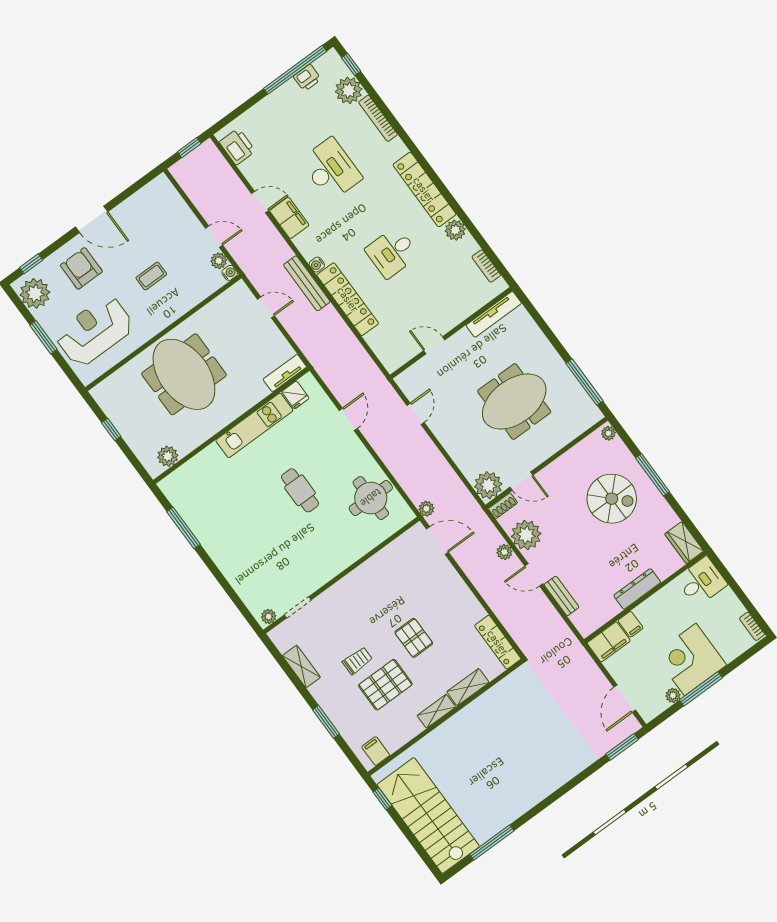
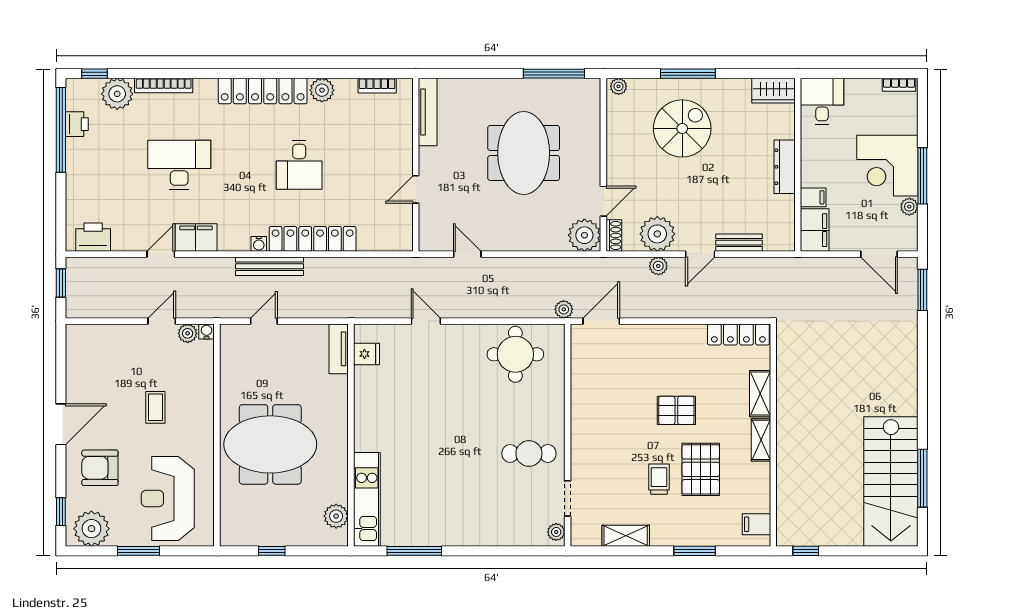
kitchen unit: (254, 425) -> (367, 499), moved
cafe table: (300, 490) -> (529, 453), moved
stairs: (428, 815) -> (891, 482), moved, turned -90

